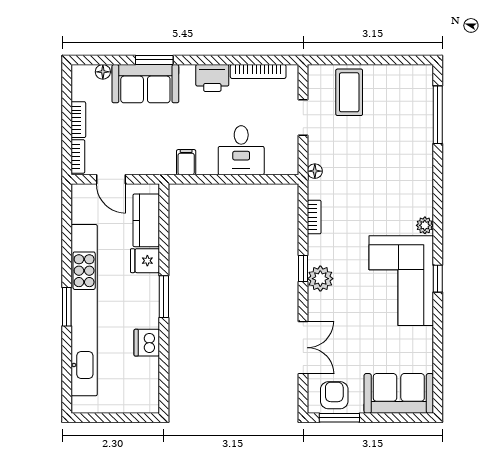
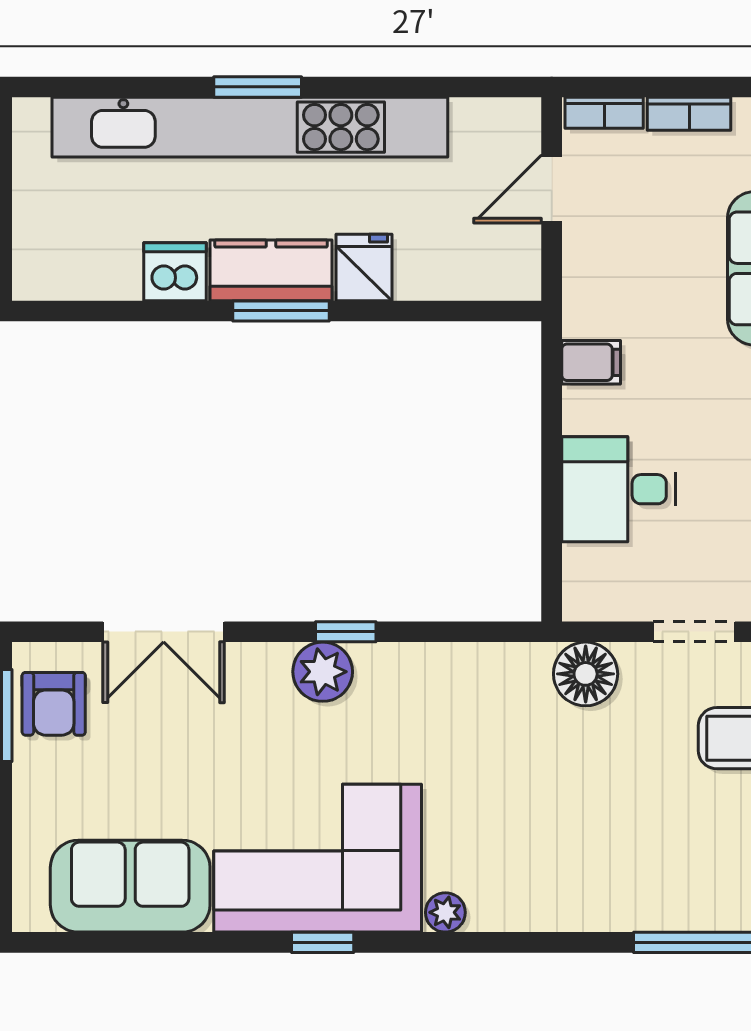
floor lamp: (315, 171) -> (586, 674), width x1.89, depth x1.89
bookcase: (314, 217) -> (465, 658), removed
kitchen counter: (146, 220) -> (271, 270), moved
sofa: (399, 393) -> (130, 886), moved, turned -90
armchair: (334, 395) -> (54, 704), turned 90

